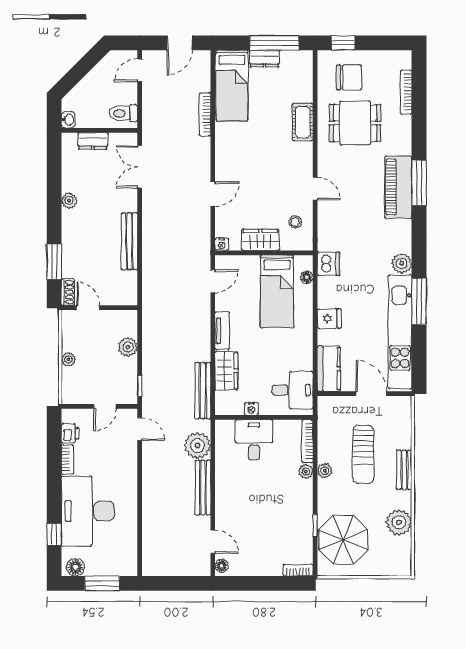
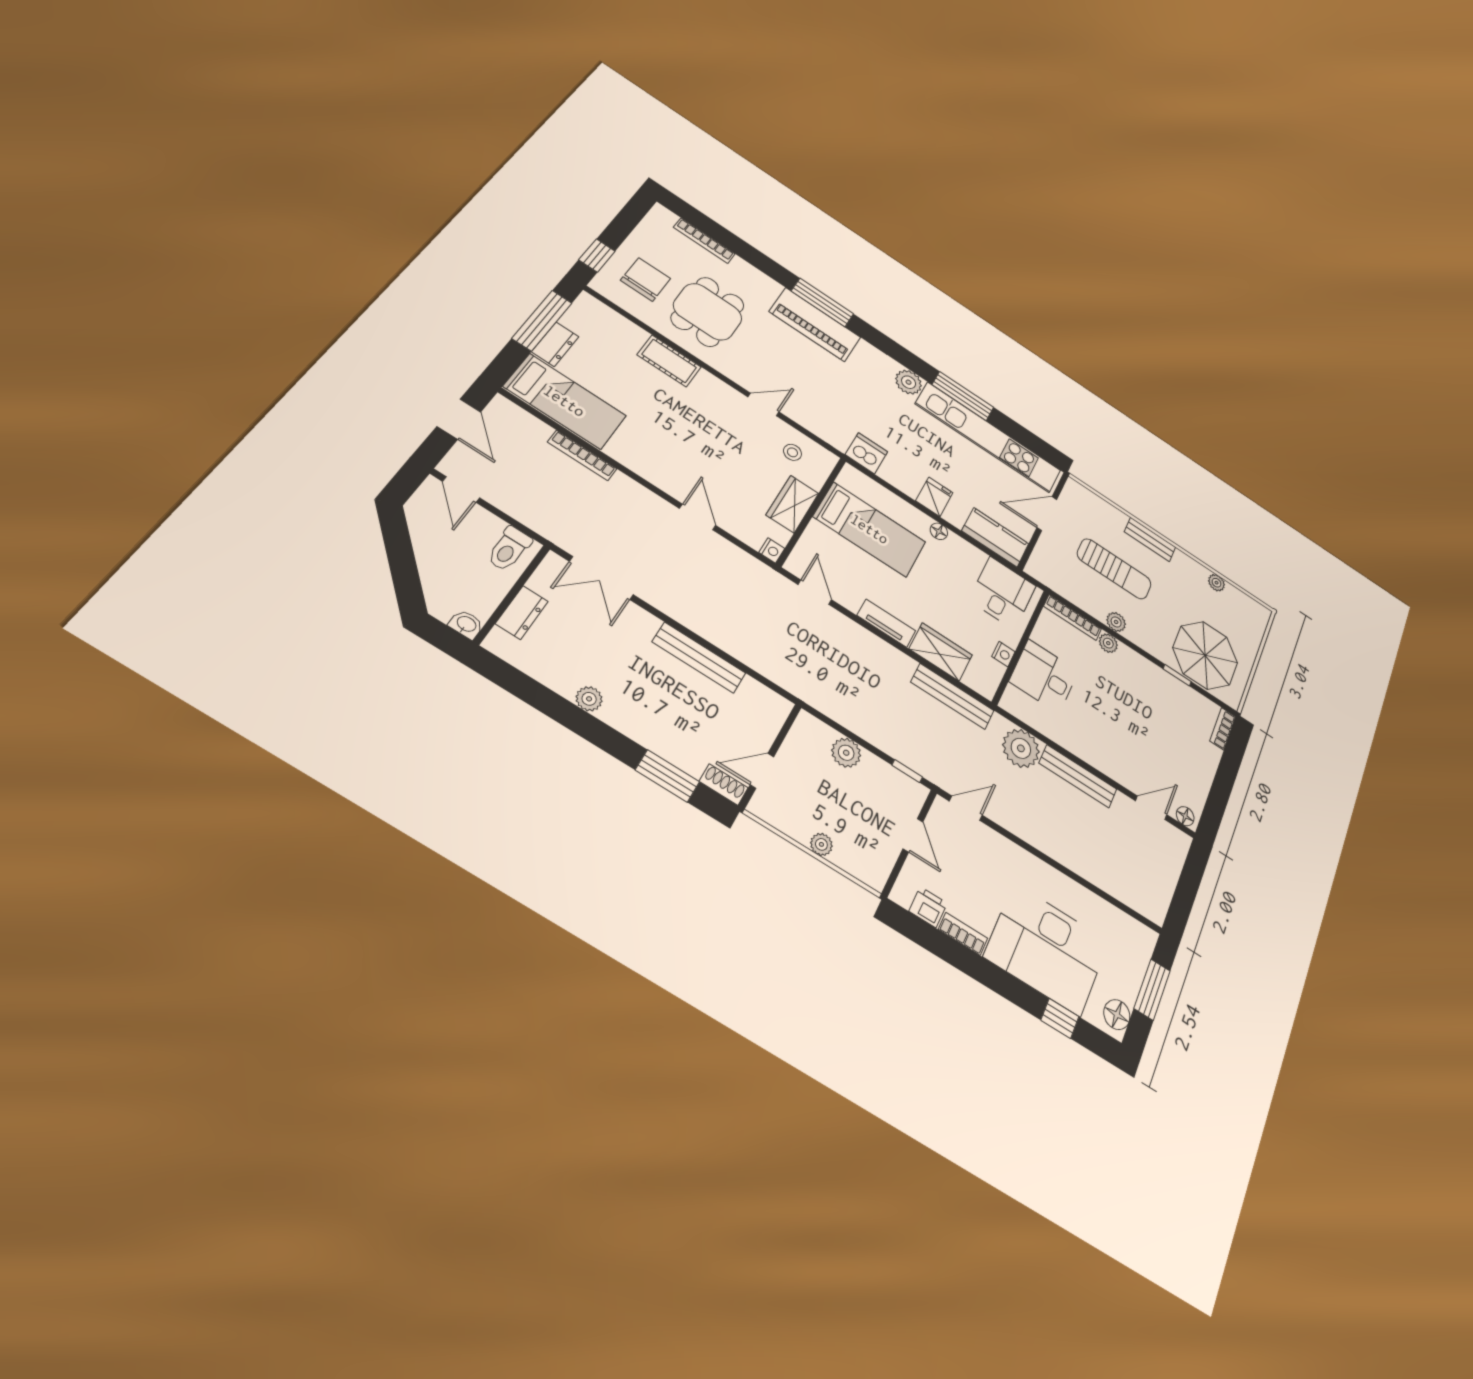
floor lamp: (307, 277) -> (939, 531), moved
plant: (399, 522) -> (1216, 583), width x0.53, depth x0.53

